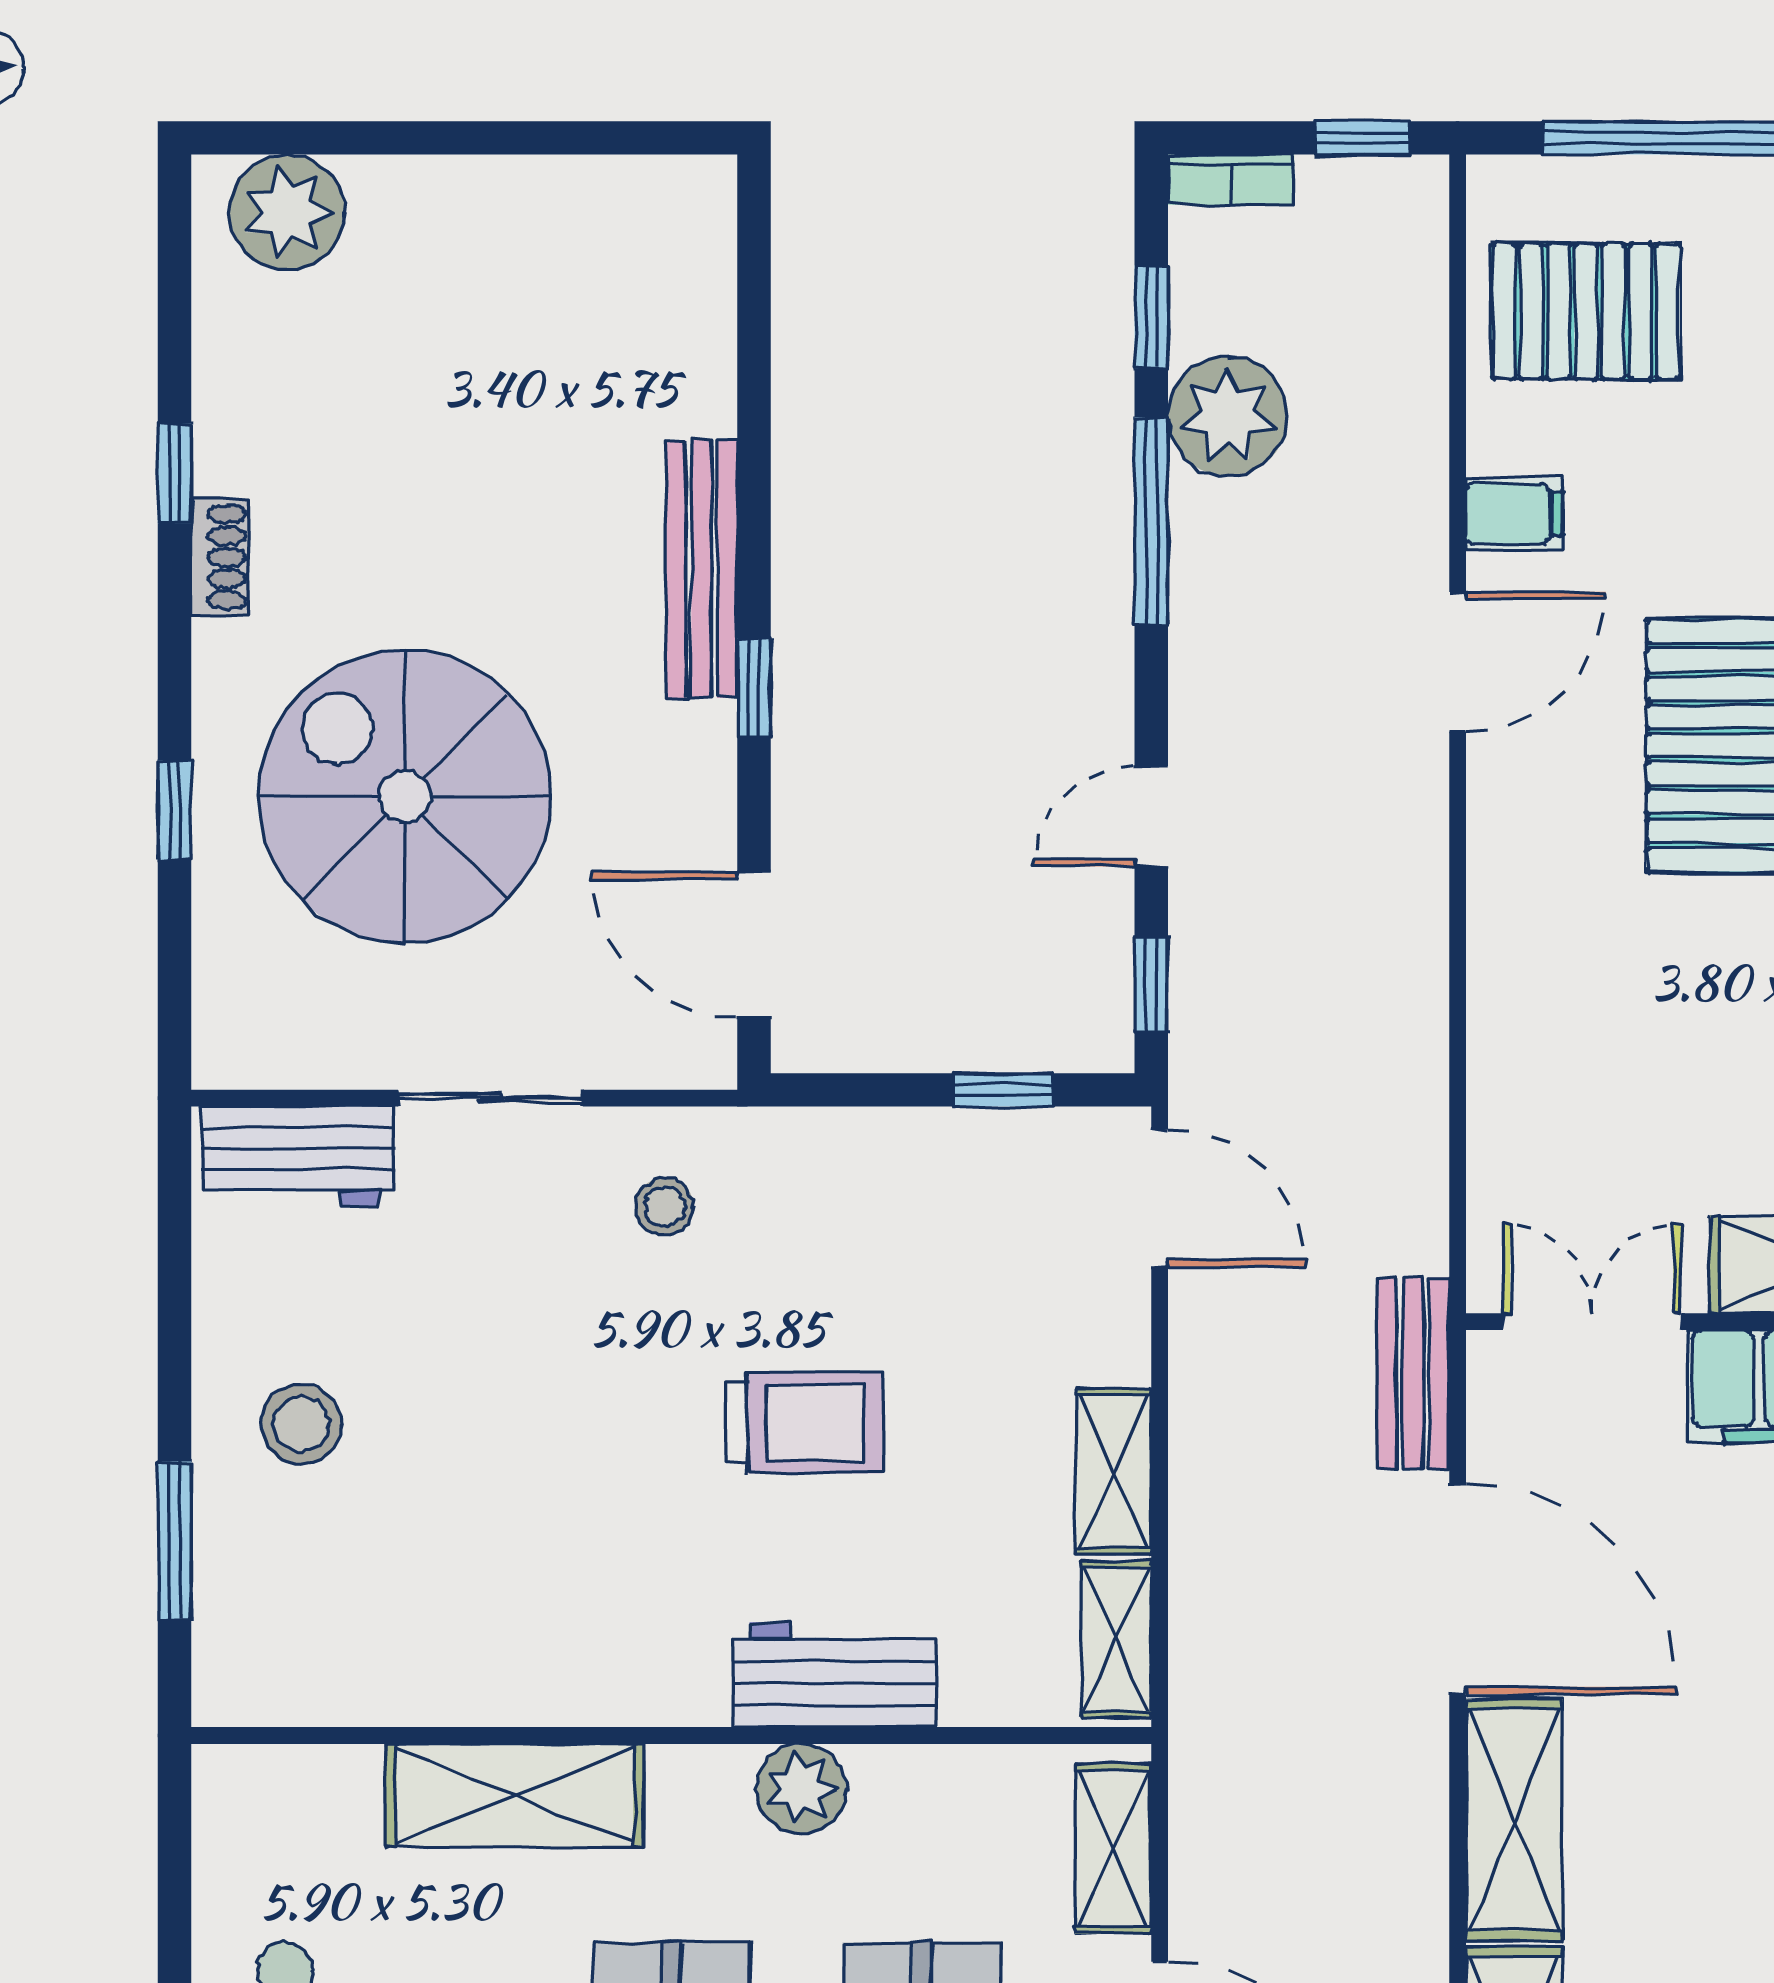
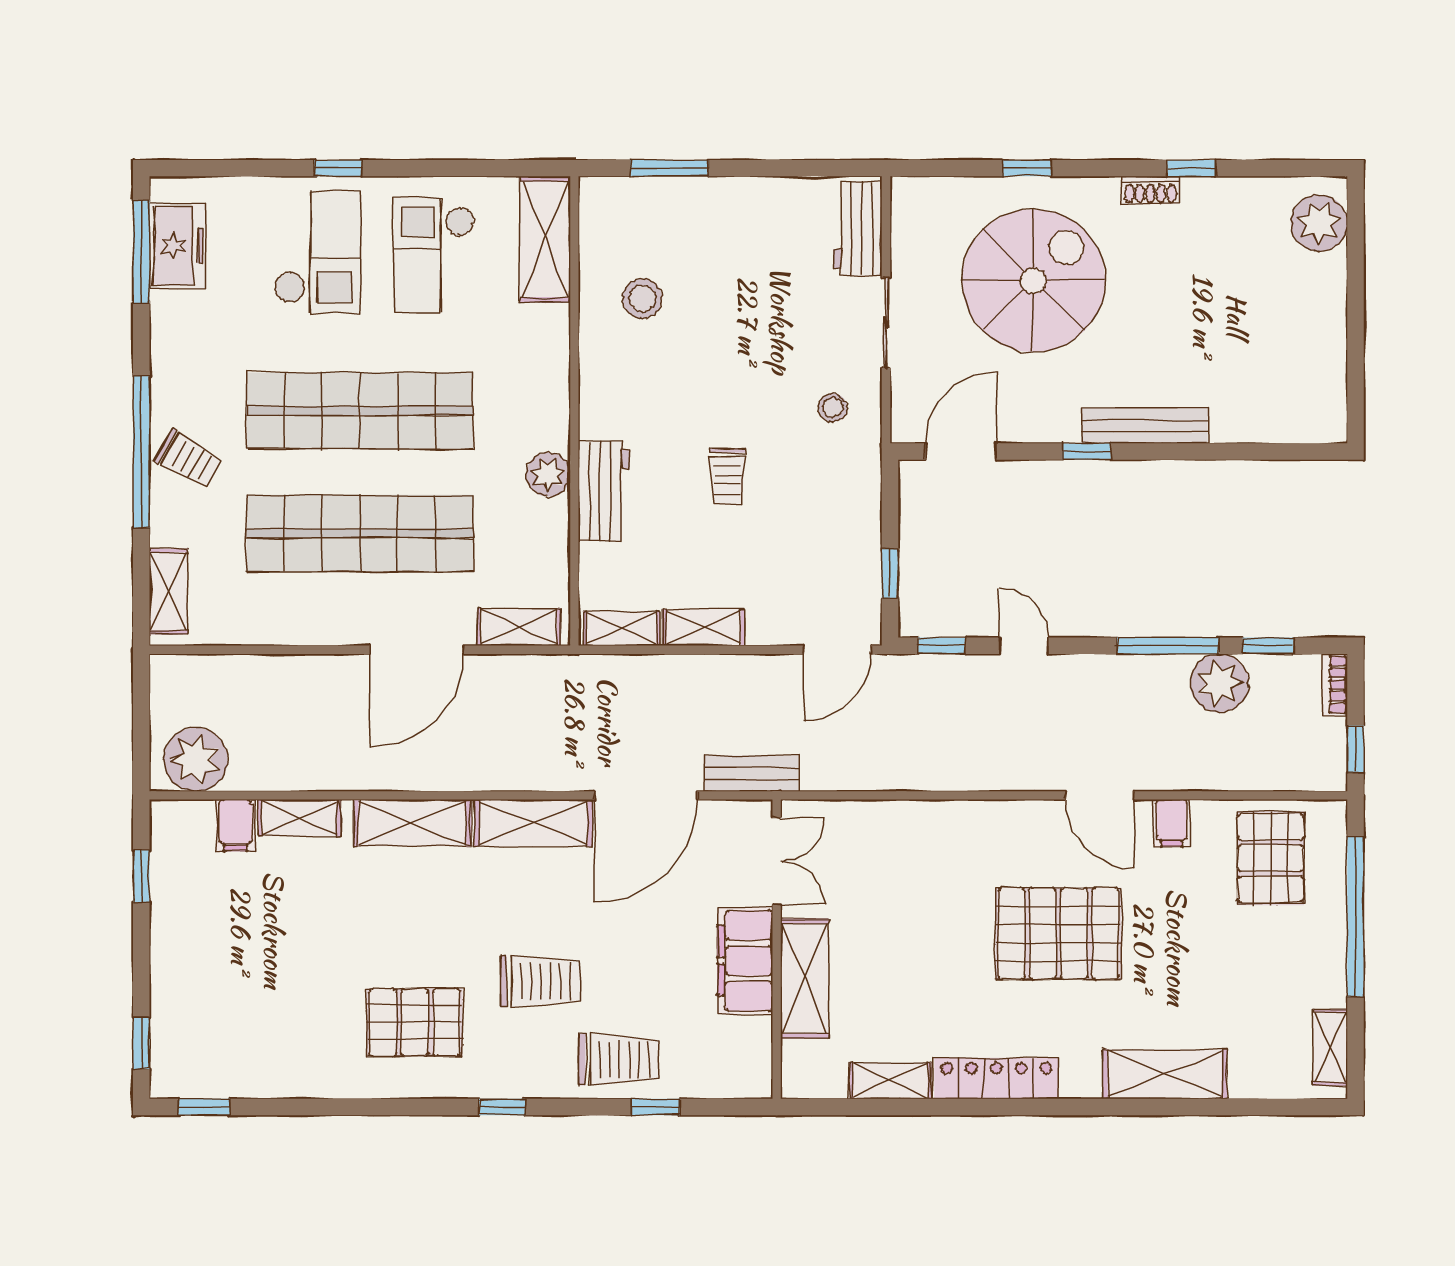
trolley: (804, 1423) -> (727, 476), width x0.73, depth x0.72
stool: (301, 1424) -> (642, 298), moved
shelving: (515, 1795) -> (545, 239), moved

